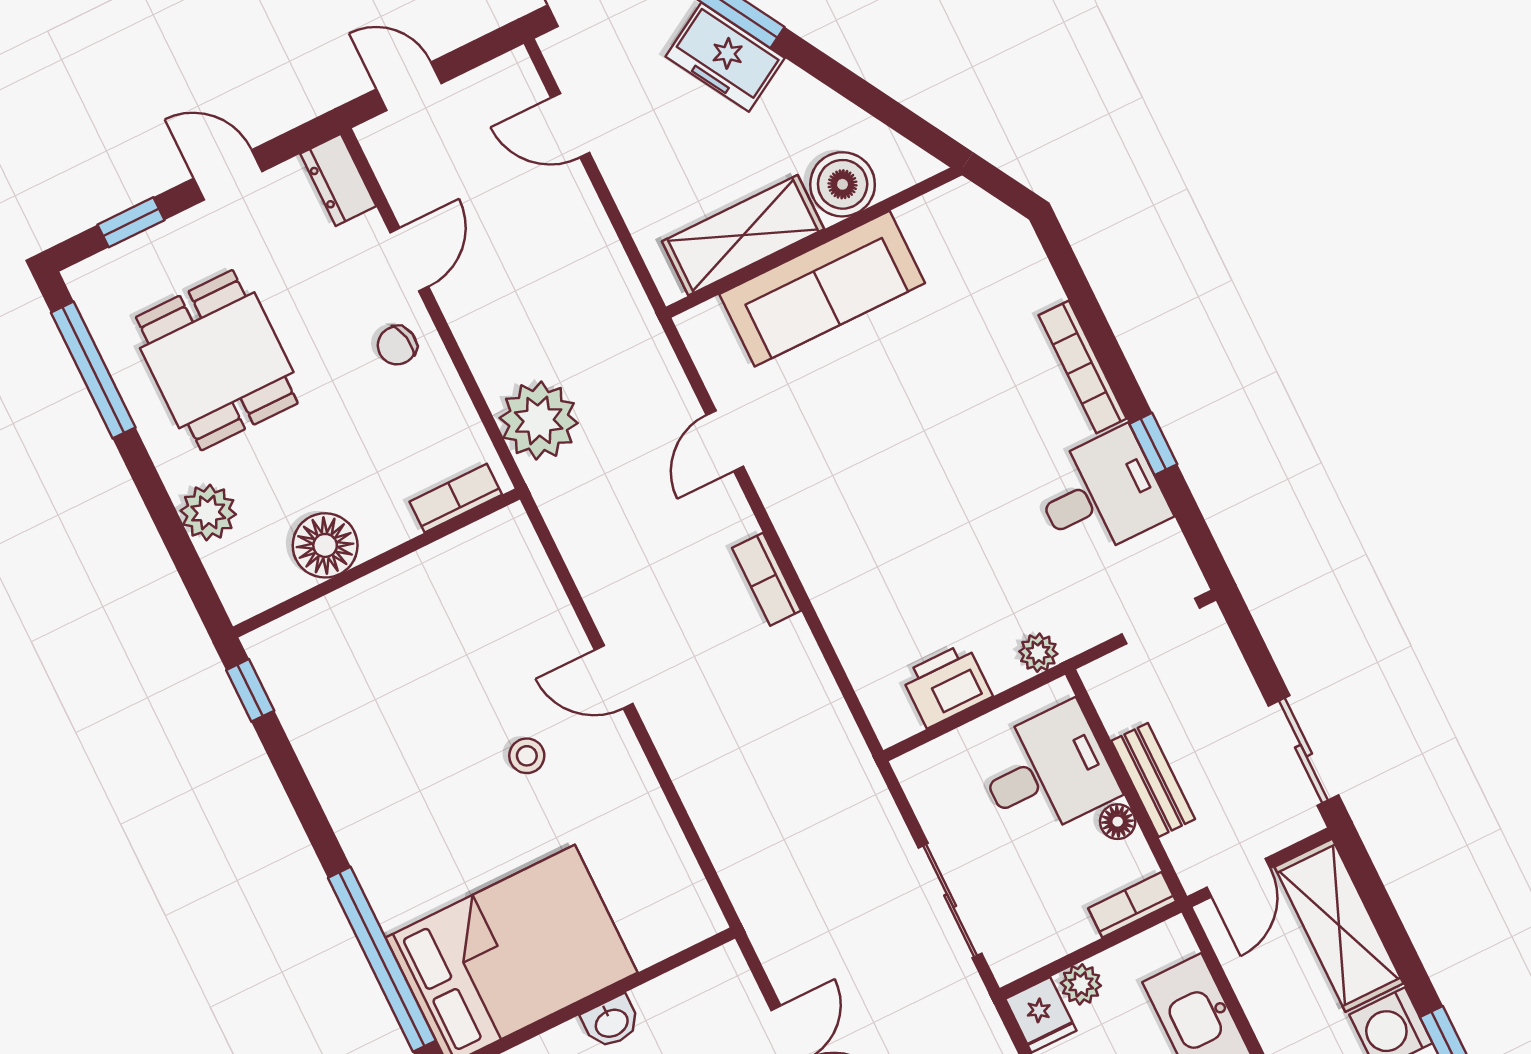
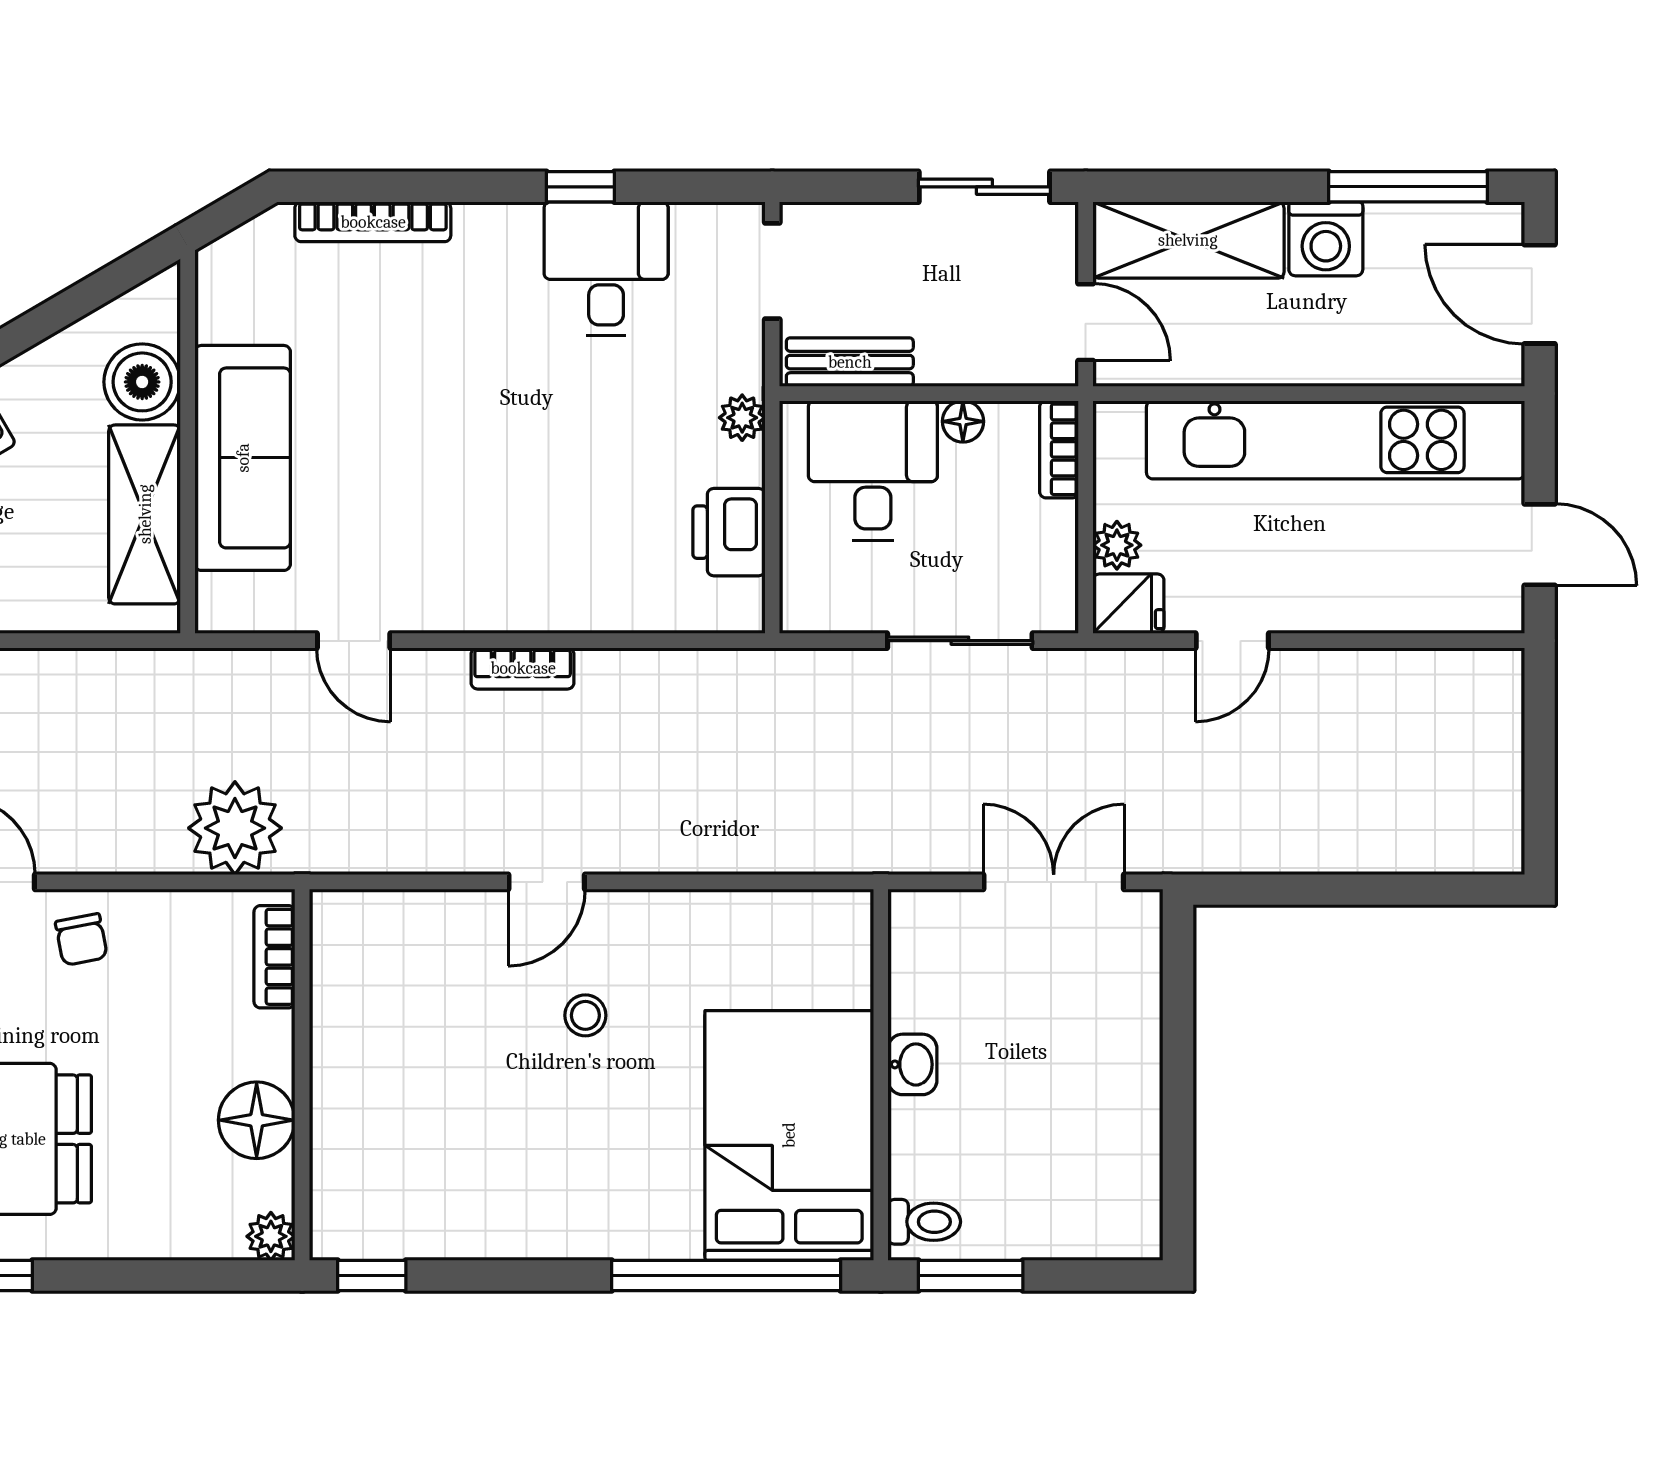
bookcase: (1083, 367) -> (373, 222), moved
plant: (208, 512) -> (271, 1236), moved, width x0.73, depth x0.73
bench: (1153, 780) -> (850, 362), moved

